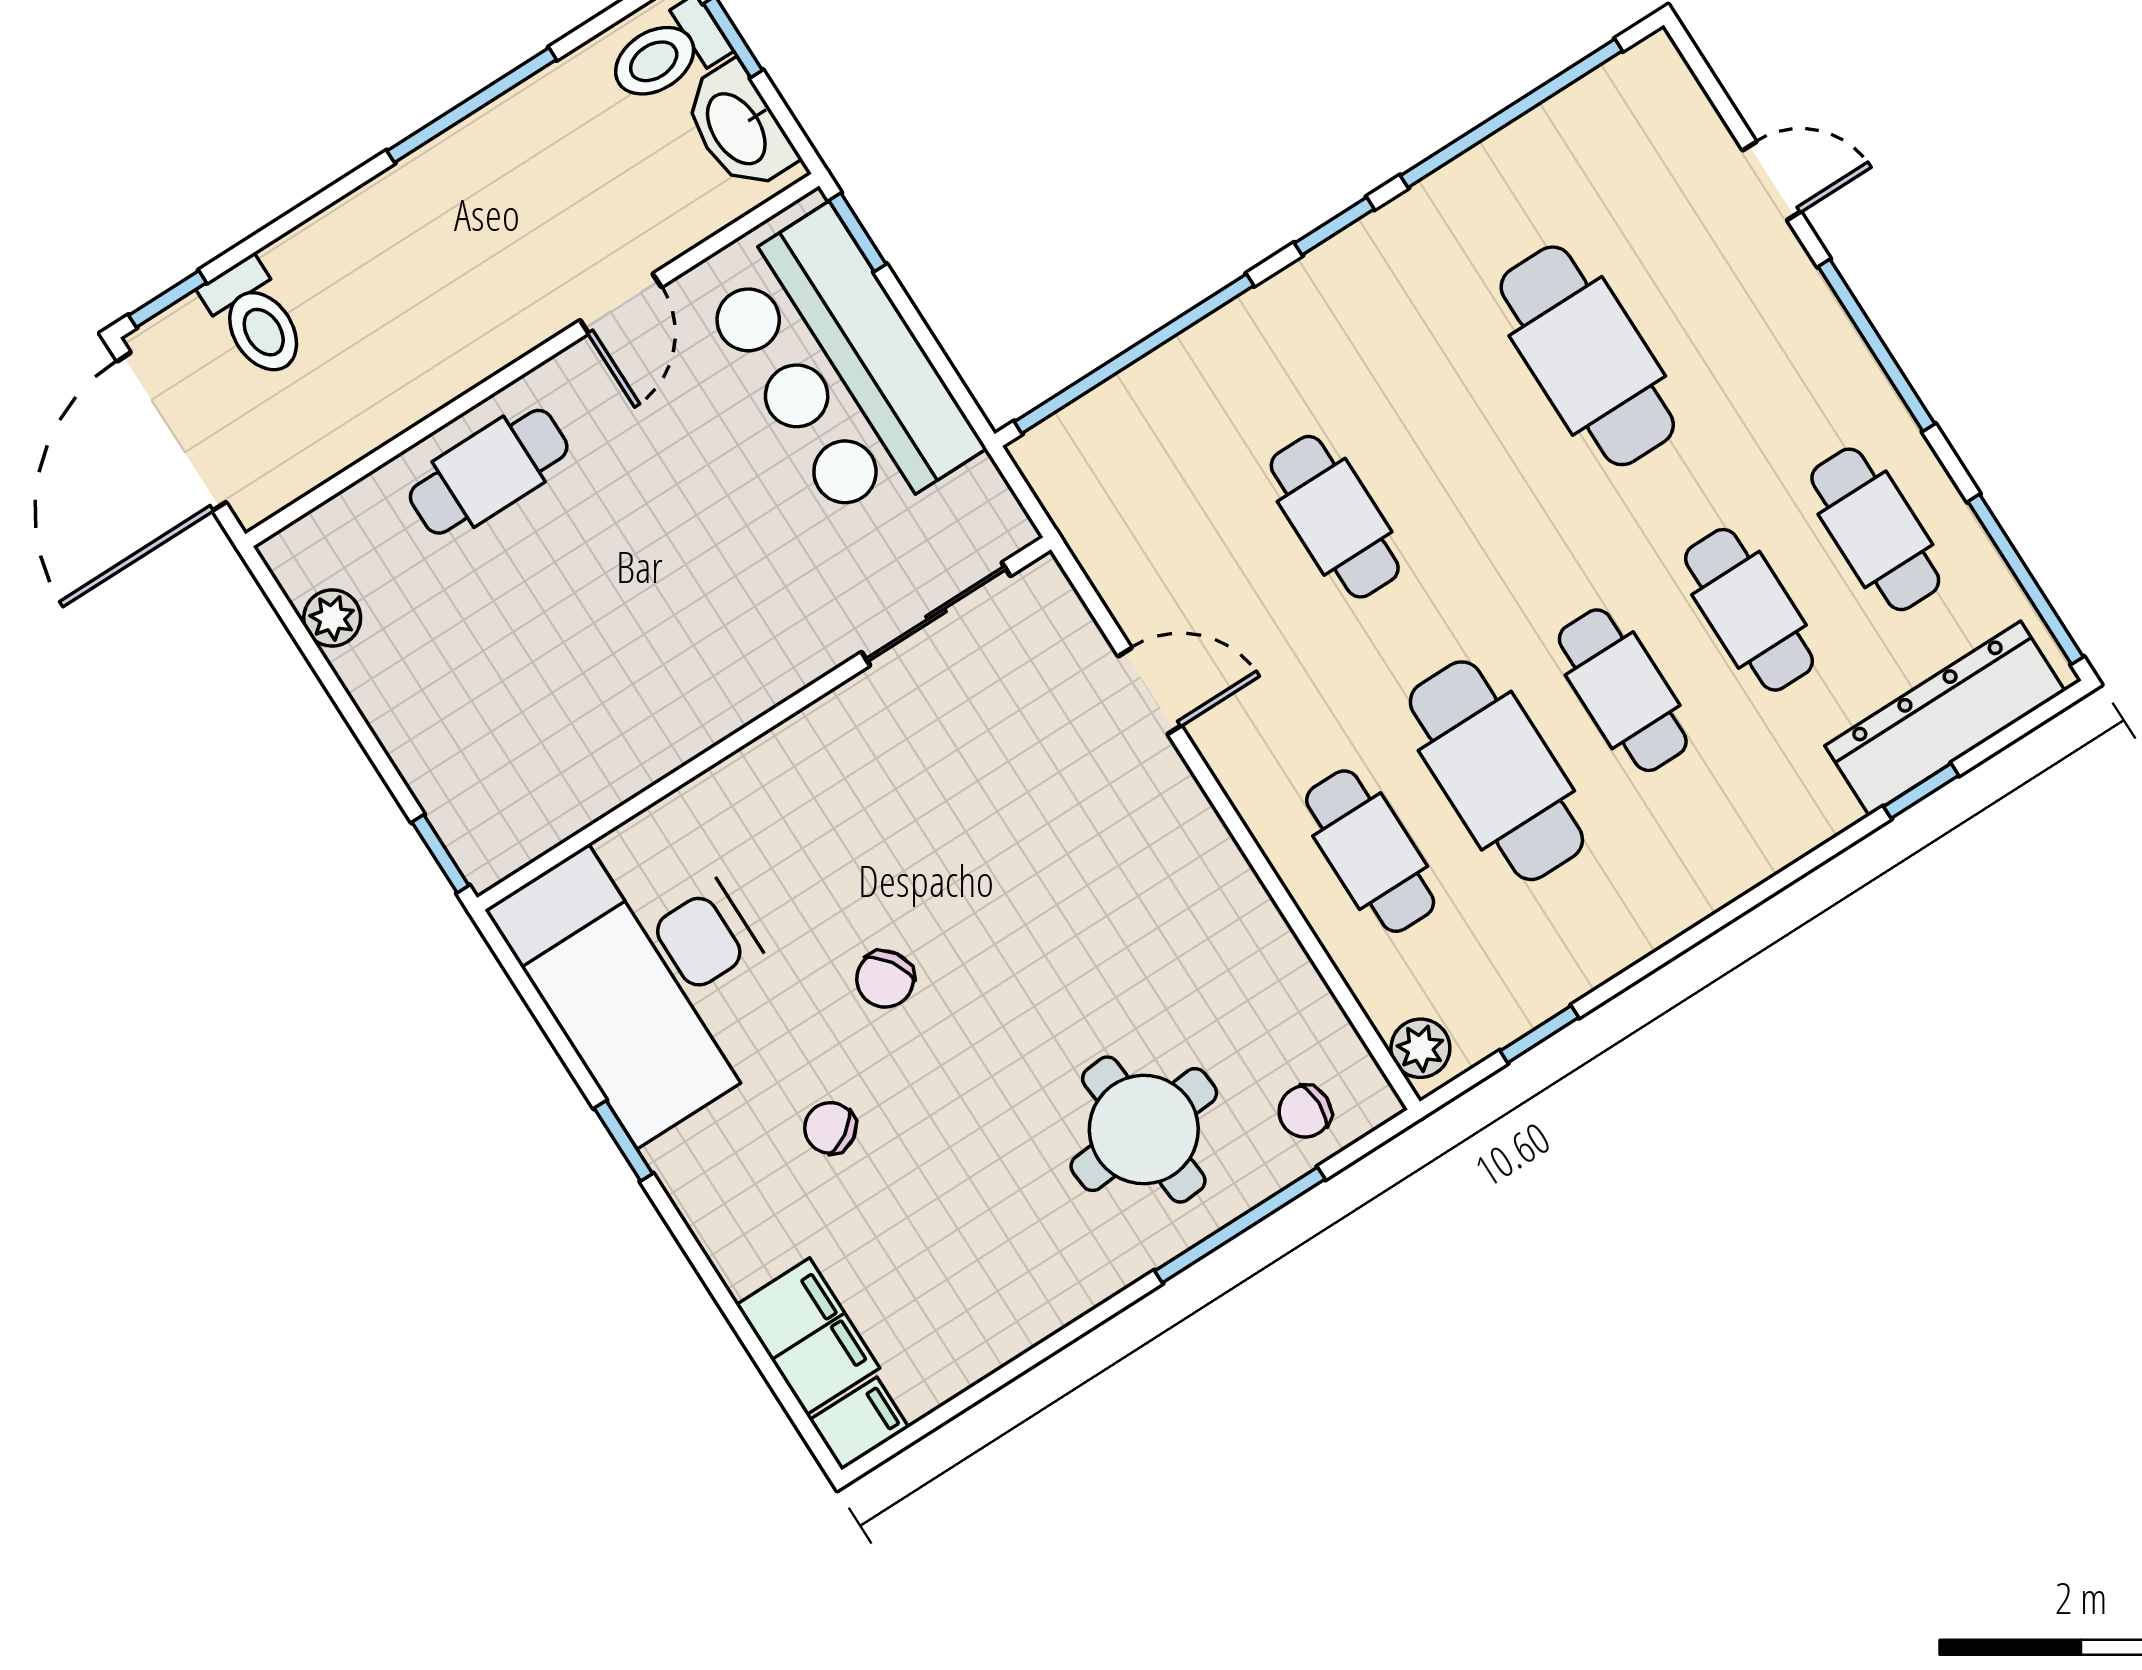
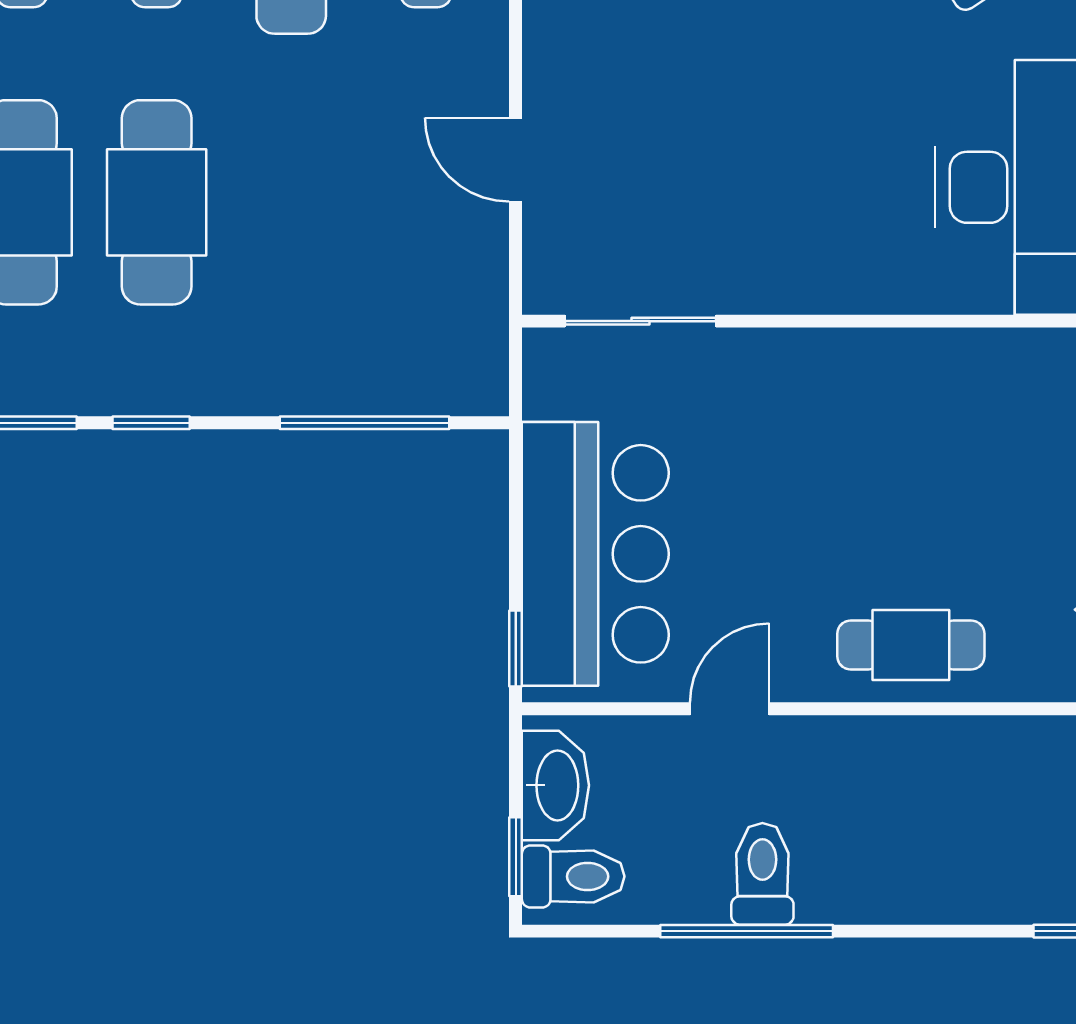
toilet: (255, 319) -> (762, 874), moved
window: (1134, 354) -> (364, 423), width x0.68
cafe table: (1335, 517) -> (157, 202), moved, width x1.37, depth x1.35
chair: (885, 979) -> (855, 69), removed

